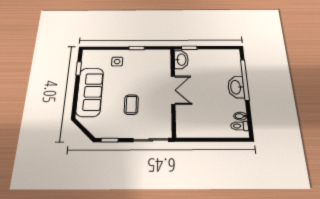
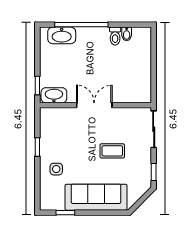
washbasin: (236, 87) -> (62, 35), moved
toilet: (239, 126) -> (115, 36), moved

